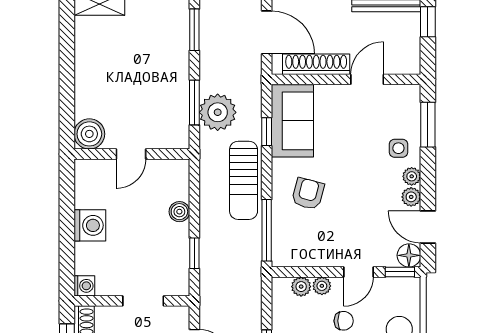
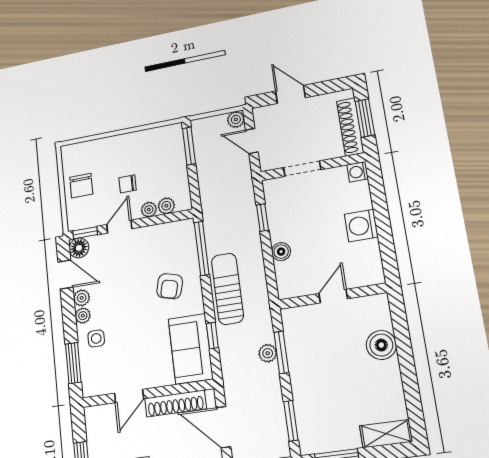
plant: (218, 112) -> (268, 353), width x0.53, depth x0.53
boiler: (89, 134) -> (381, 345), moved

